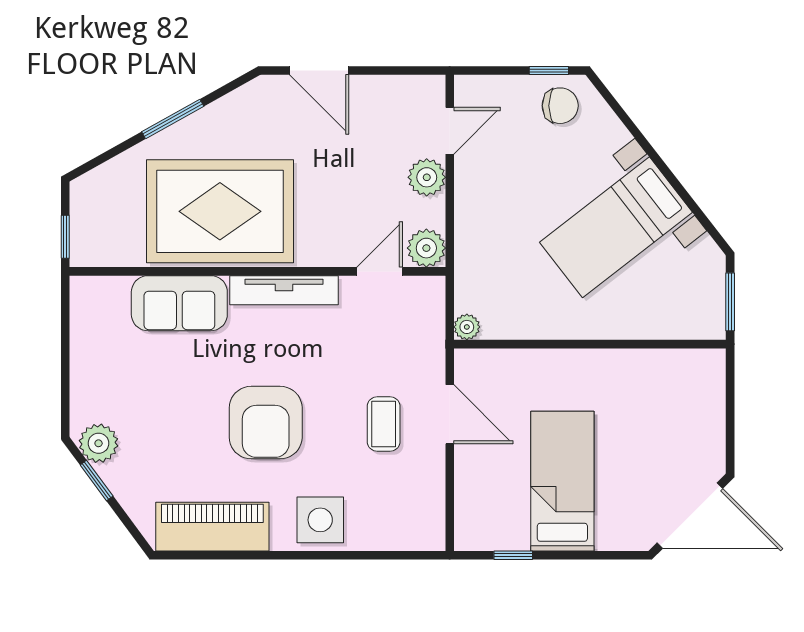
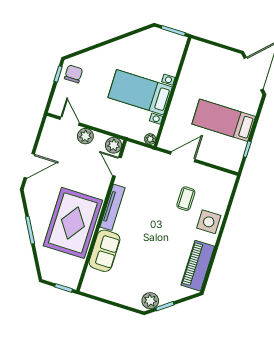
bed with nightstands: (616, 227) -> (140, 92), moved, turned 128
armchair: (266, 423) -> (163, 231), removed
coffee table: (384, 424) -> (186, 199), moved, turned 90

